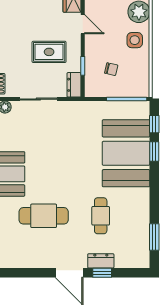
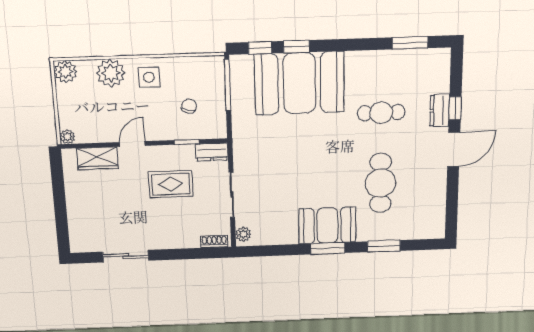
rug: (49, 52) -> (171, 184), turned 90

